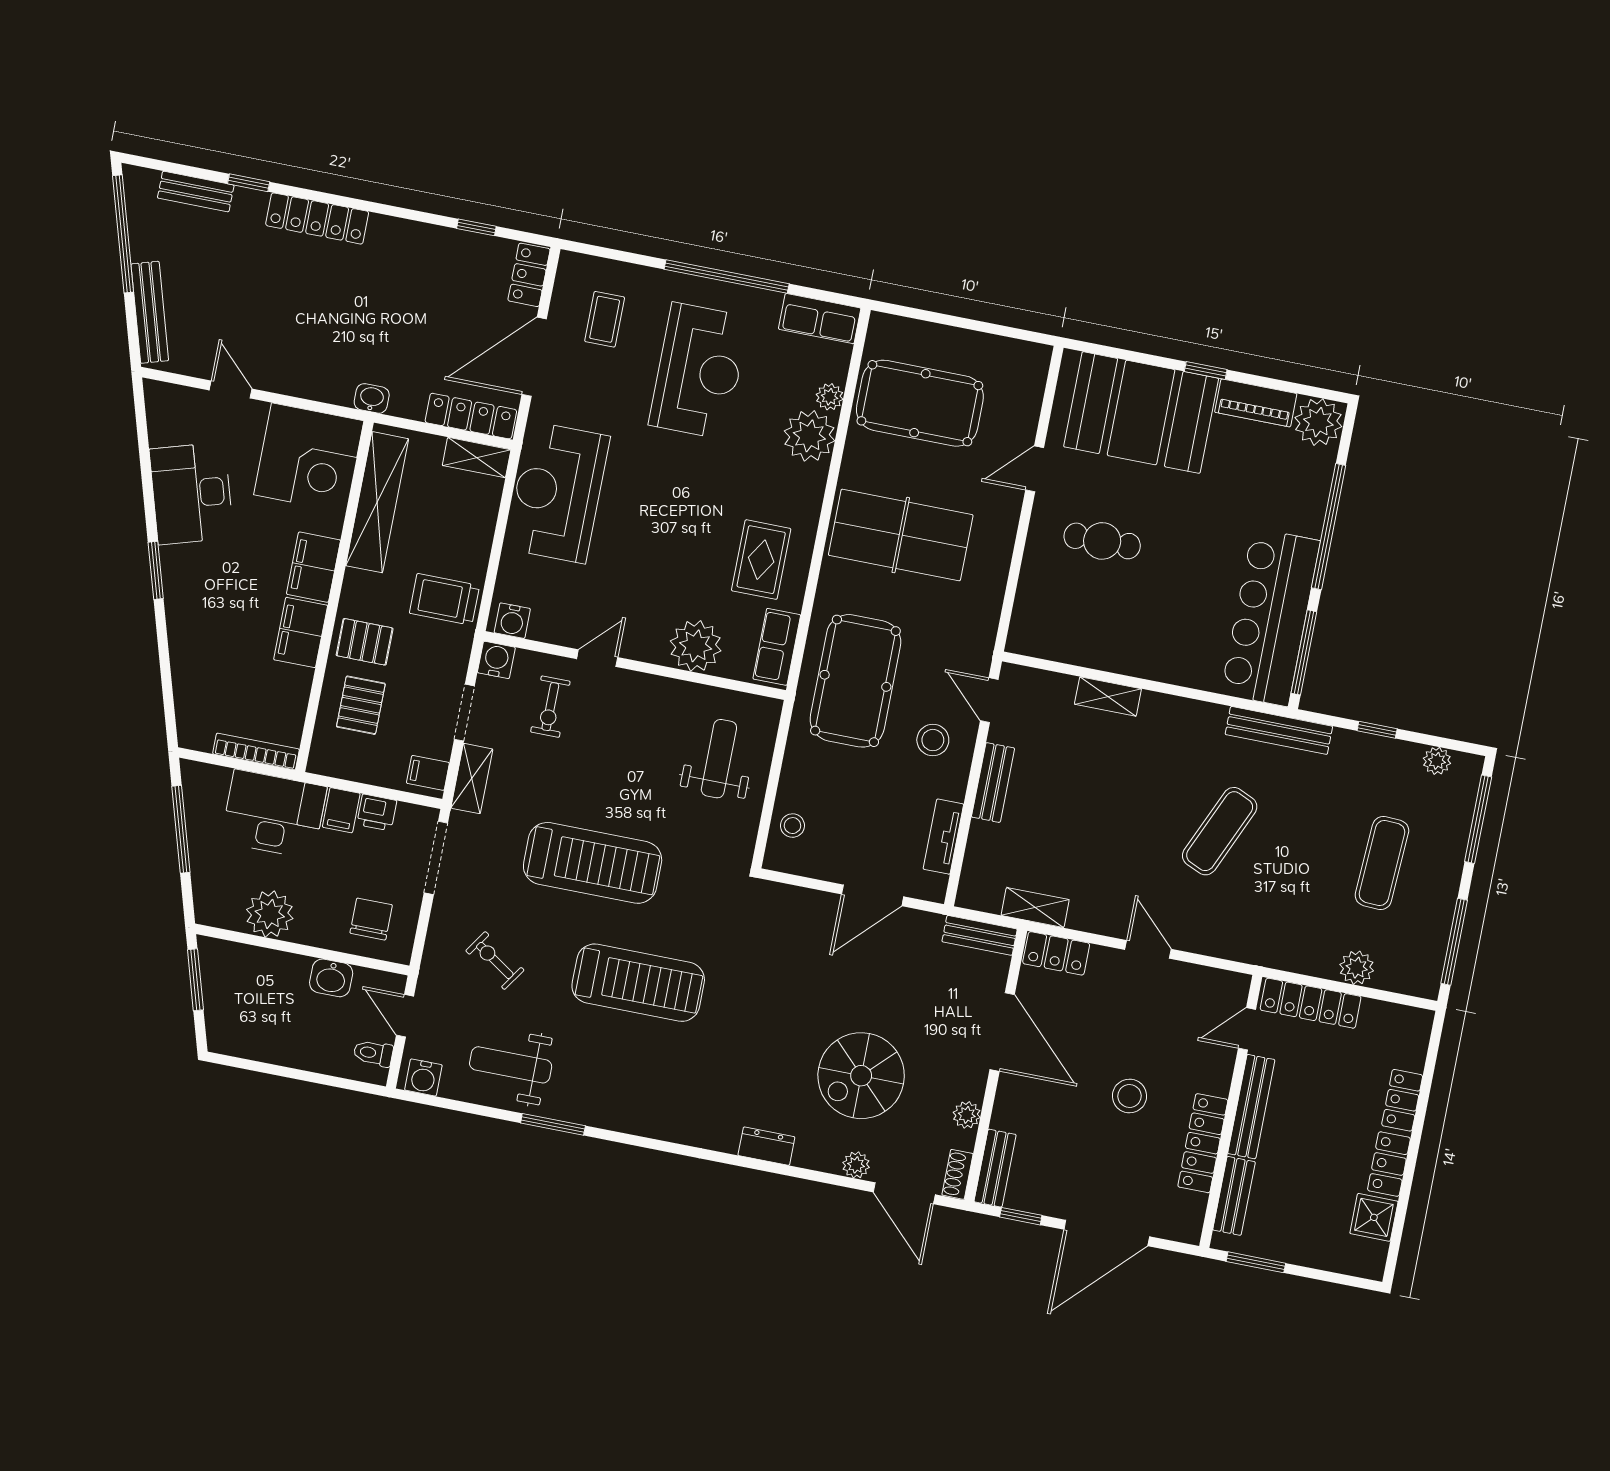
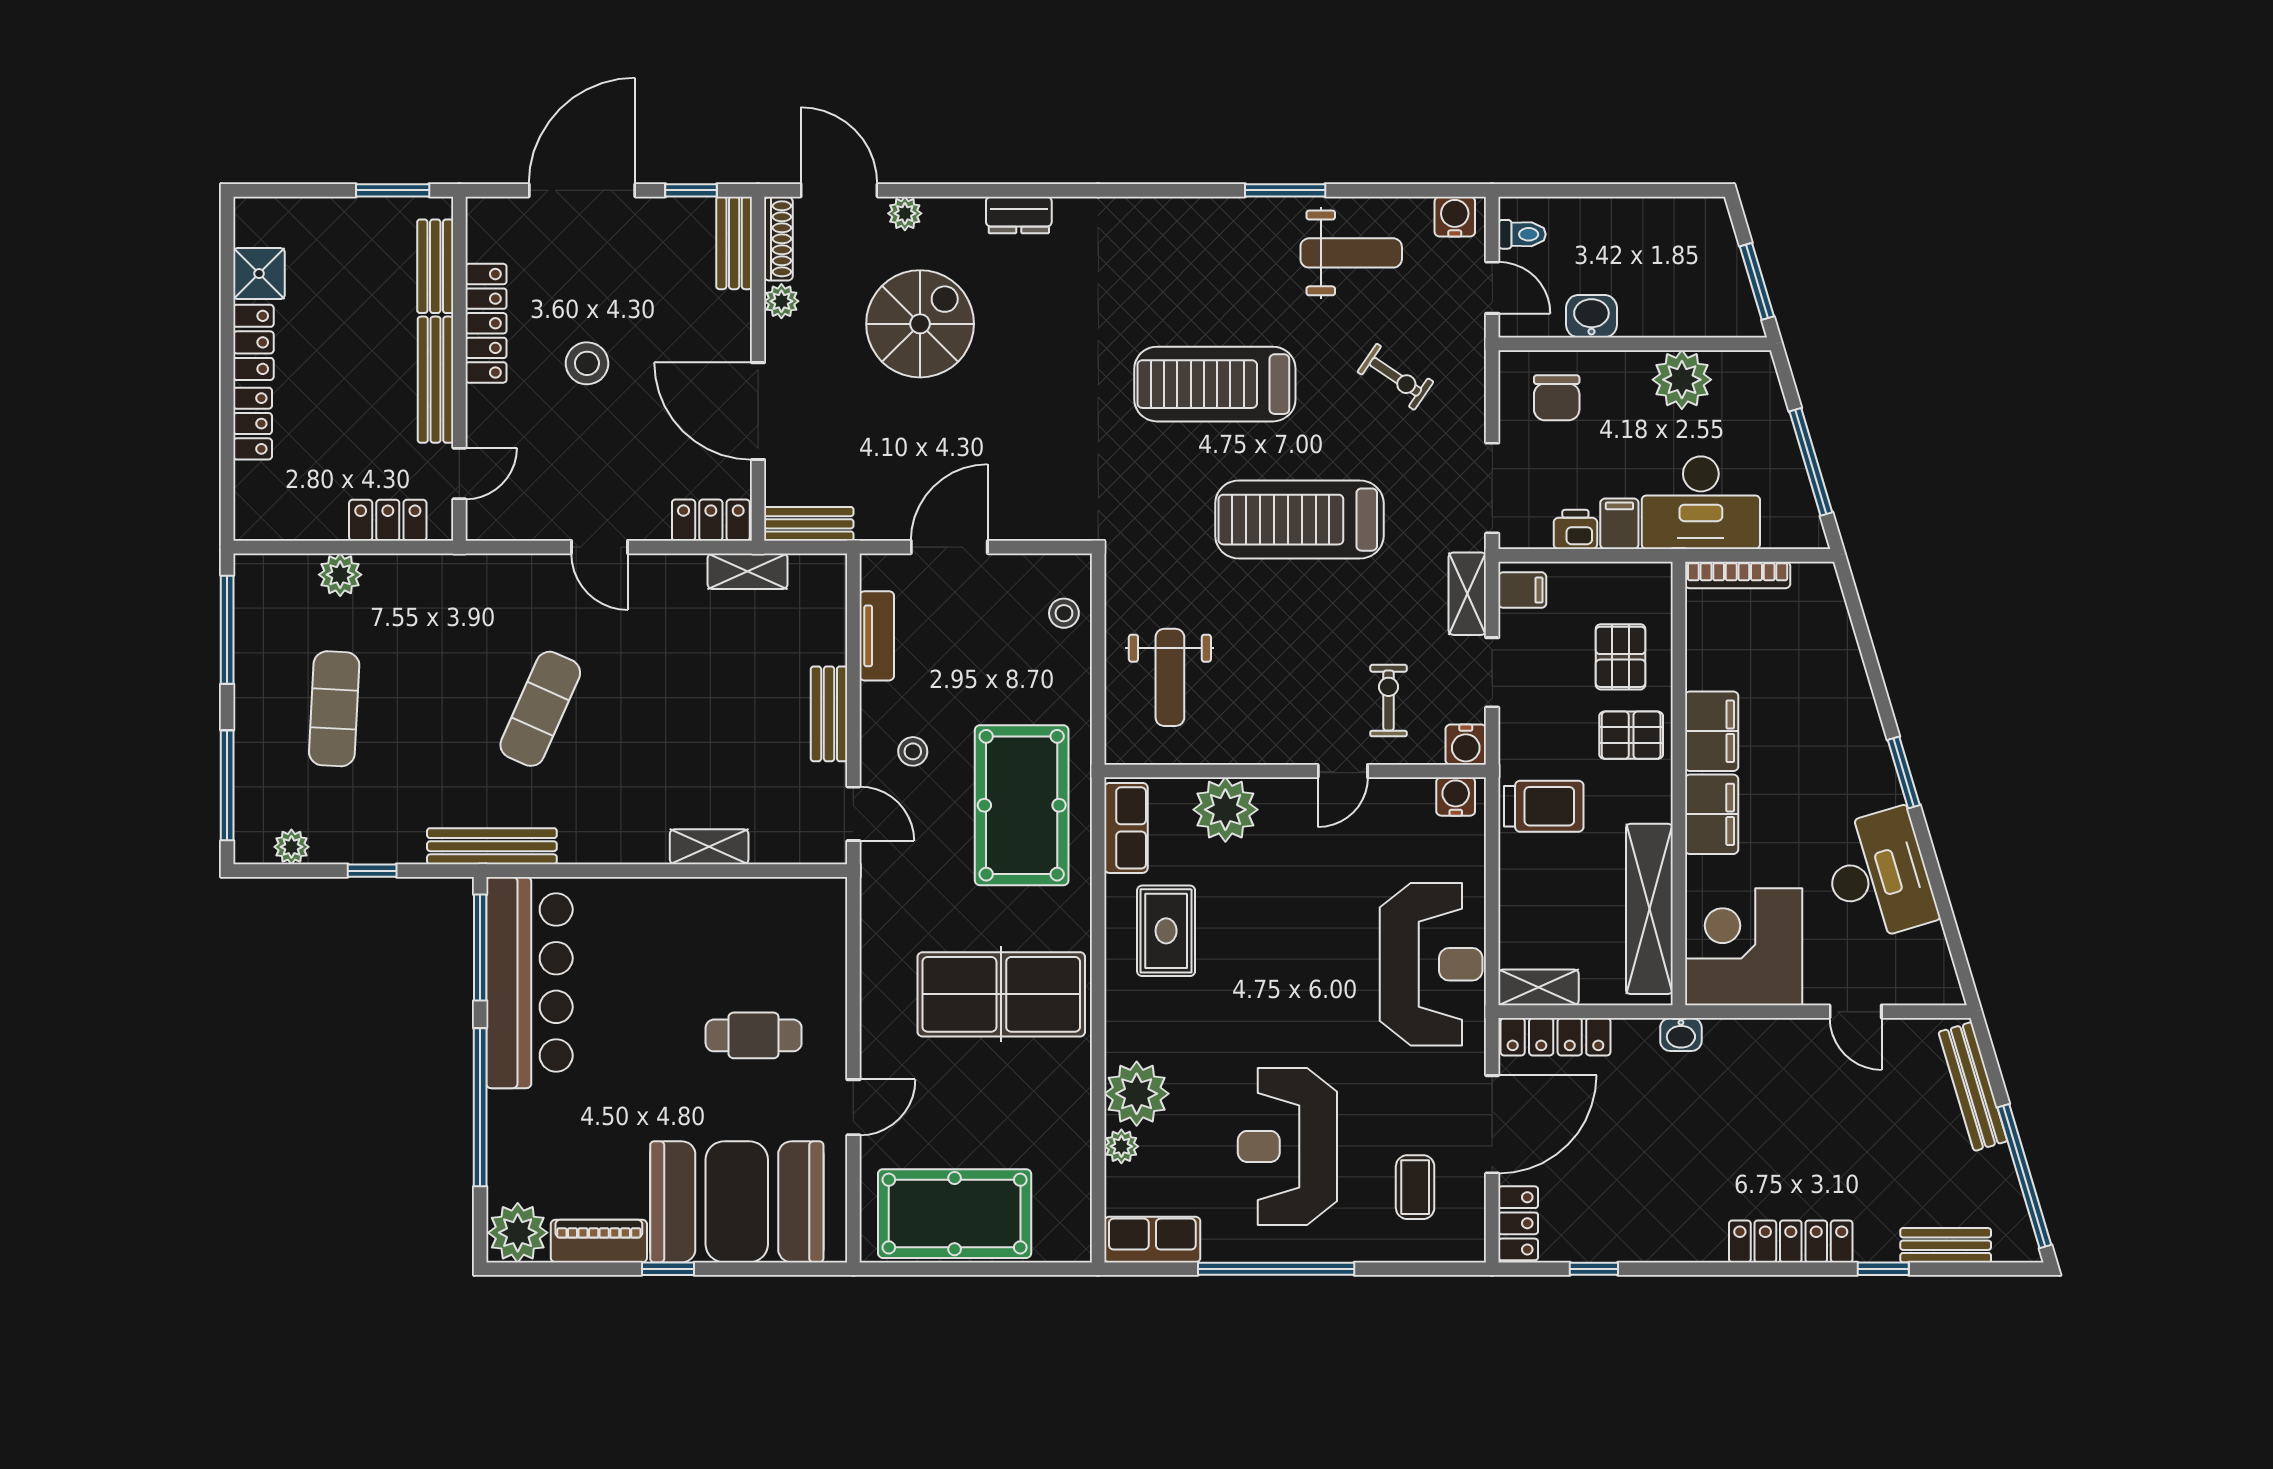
pool table: (920, 403) -> (955, 1214), moved
stool: (933, 740) -> (913, 751), width x0.73, depth x0.73
locker: (1311, 1003) -> (388, 520), width x0.66
shoe rack: (958, 1174) -> (778, 239), width x1.43

